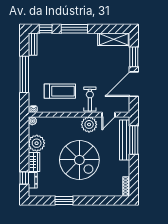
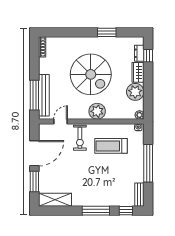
plant: (89, 124) -> (97, 111), moved
spiral stairs: (79, 160) -> (91, 74), turned 180

